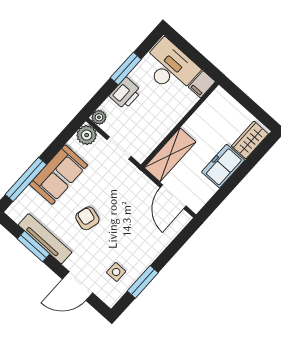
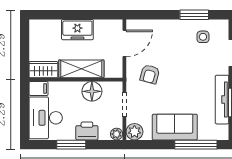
floor lamp: (157, 130) -> (92, 91), added
wardrobe: (250, 140) -> (43, 70), moved, turned 180
shelving: (170, 155) -> (81, 69), moved
armchair: (87, 218) -> (150, 74), moved

